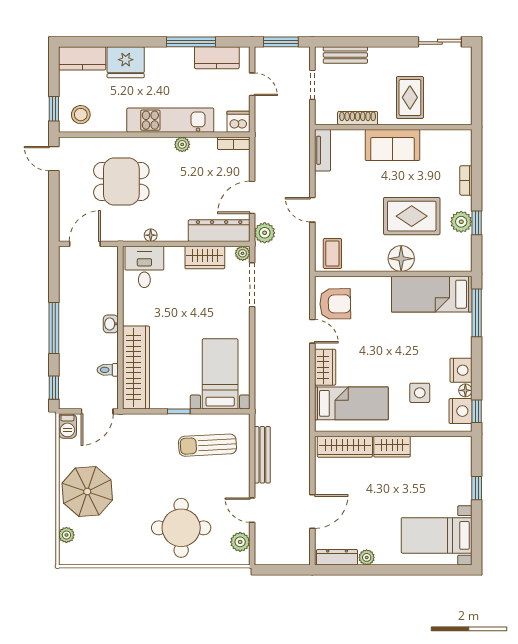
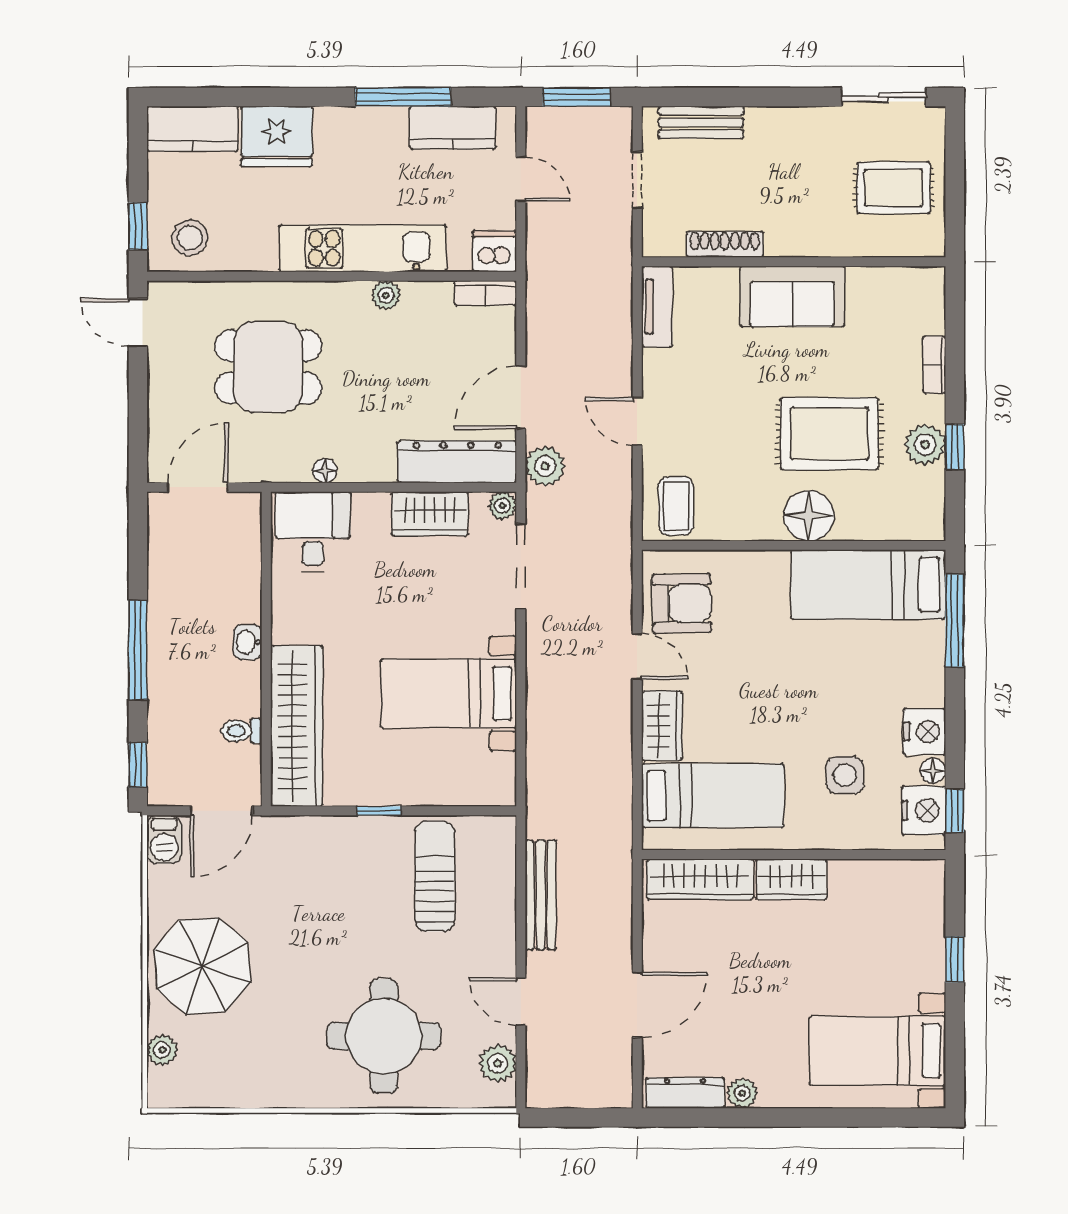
rug: (410, 97) -> (894, 188), moved, turned 90
bed with nightstands: (220, 374) -> (449, 693), moved, turned -90
sun lounger: (208, 445) -> (435, 876), turned 93

